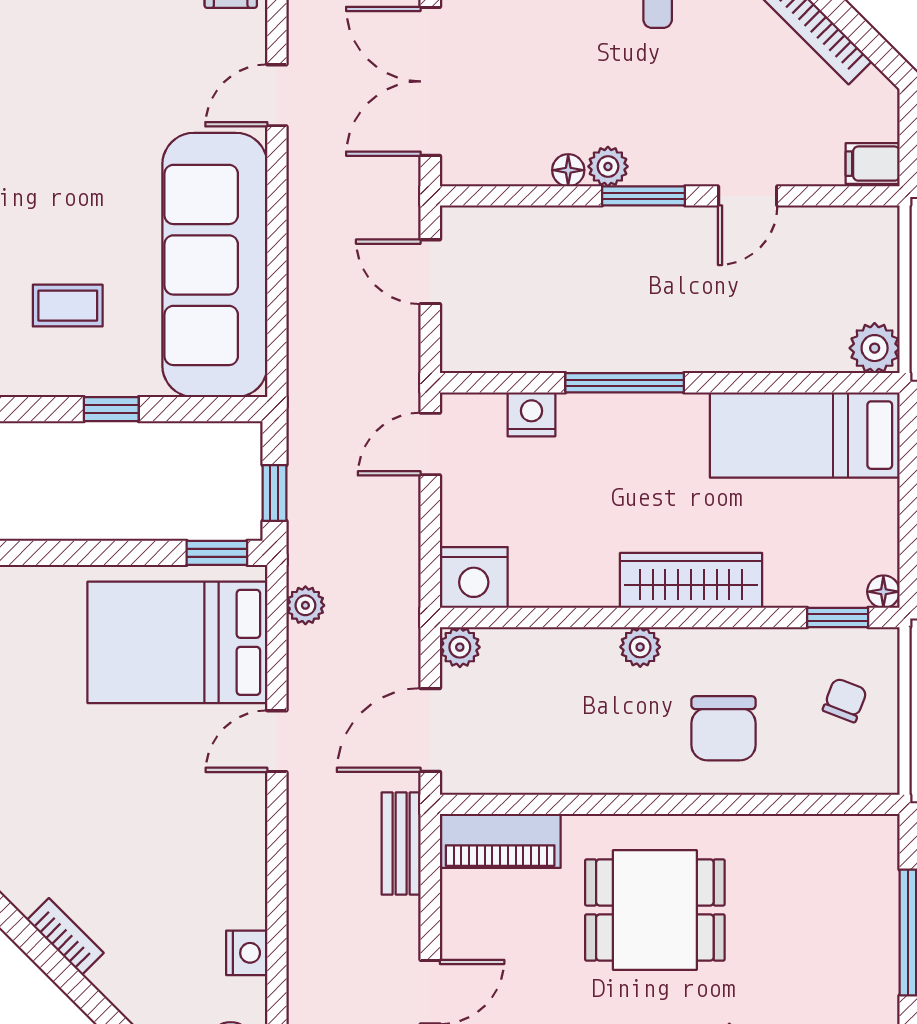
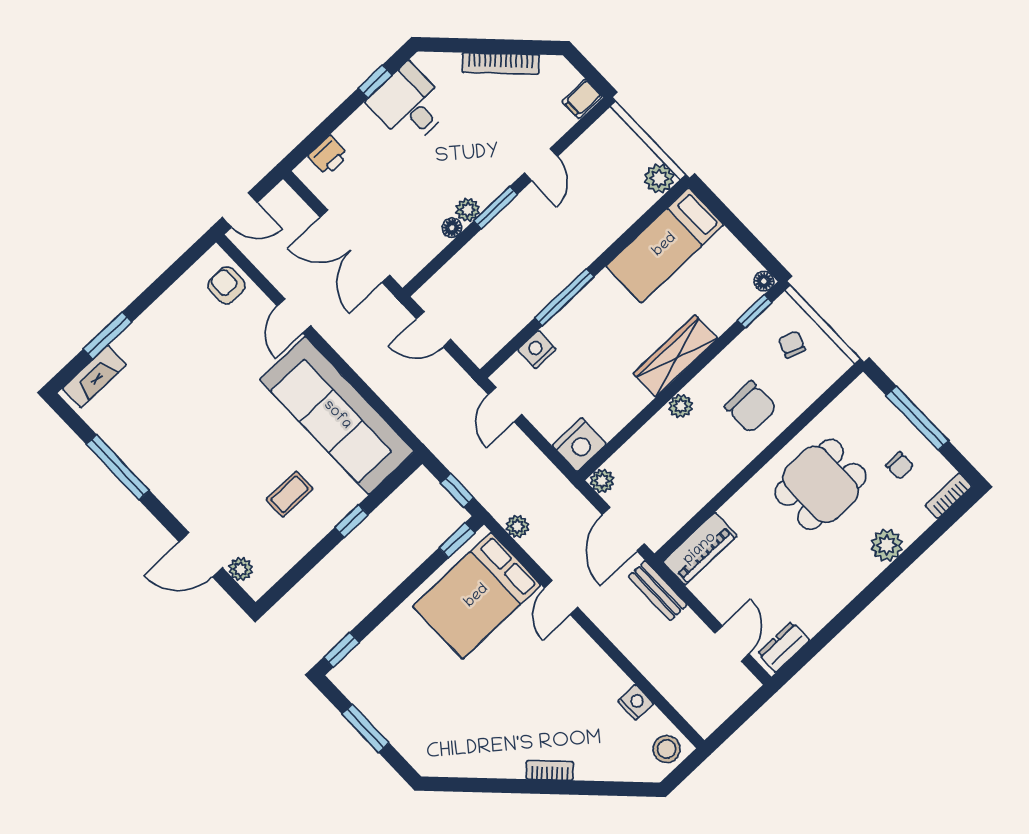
dining table: (655, 910) -> (820, 484), moved
chair: (836, 969) -> (900, 466), added

